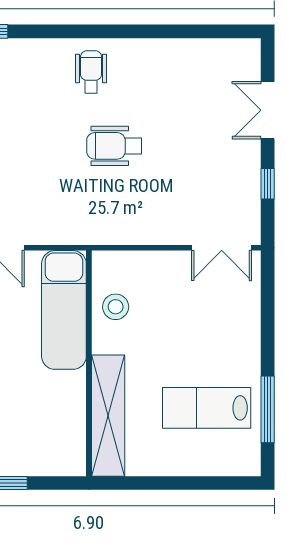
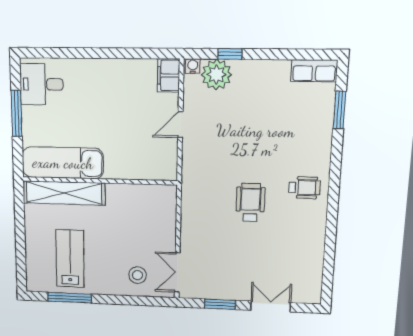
window: (268, 184) -> (220, 304), width x1.50
stool: (116, 307) -> (138, 275), moved
exam couch: (64, 310) -> (63, 163), moved

